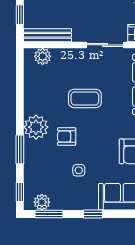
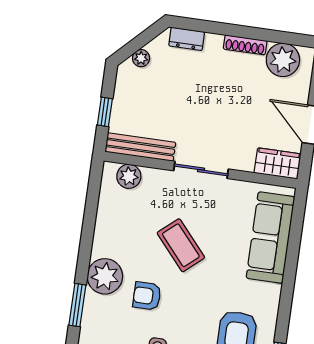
sliding door: (105, 45) -> (201, 170), moved
coffee table: (85, 98) -> (181, 245), turned 49

